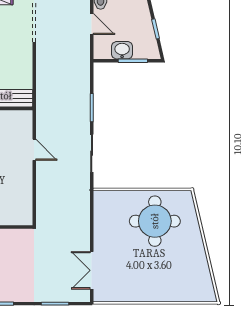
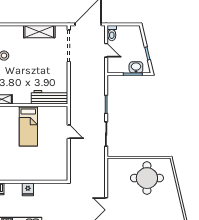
washbasin: (122, 50) -> (136, 67), moved

